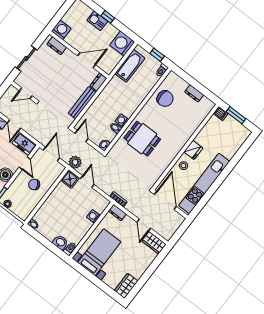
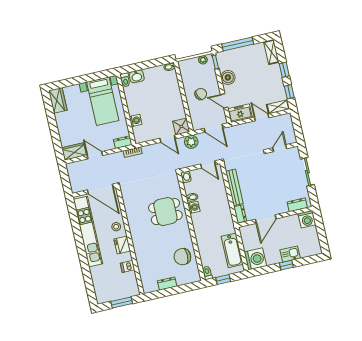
dishwasher: (221, 114) -> (128, 266), moved

